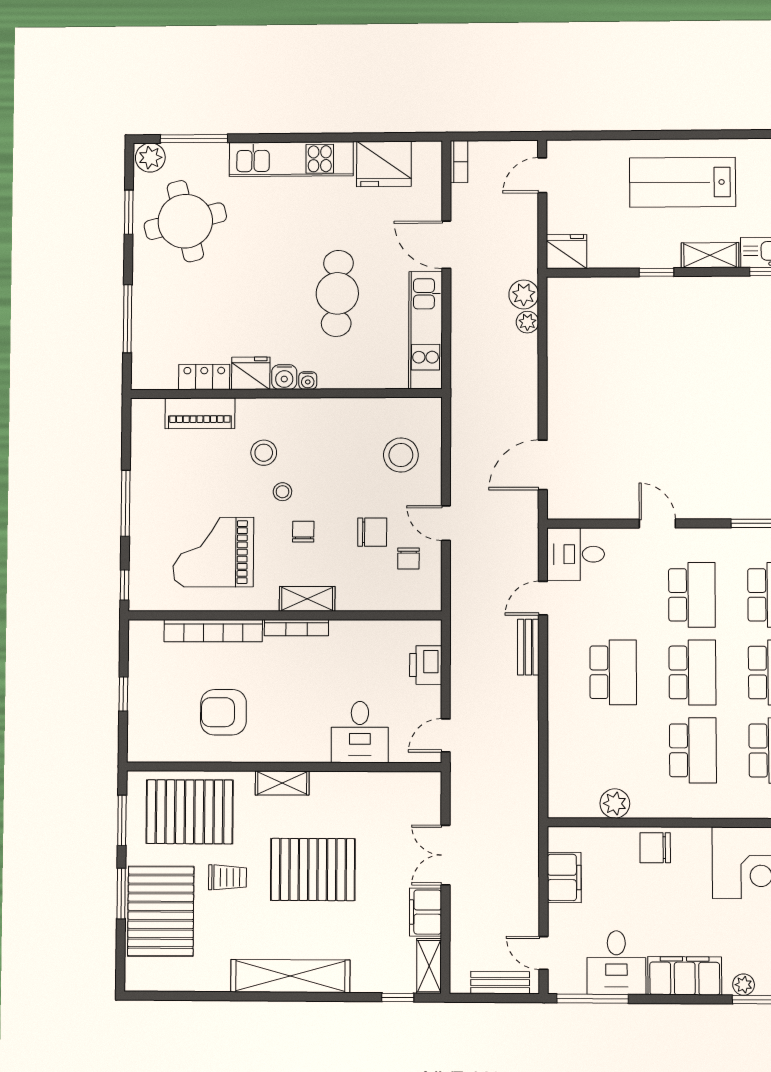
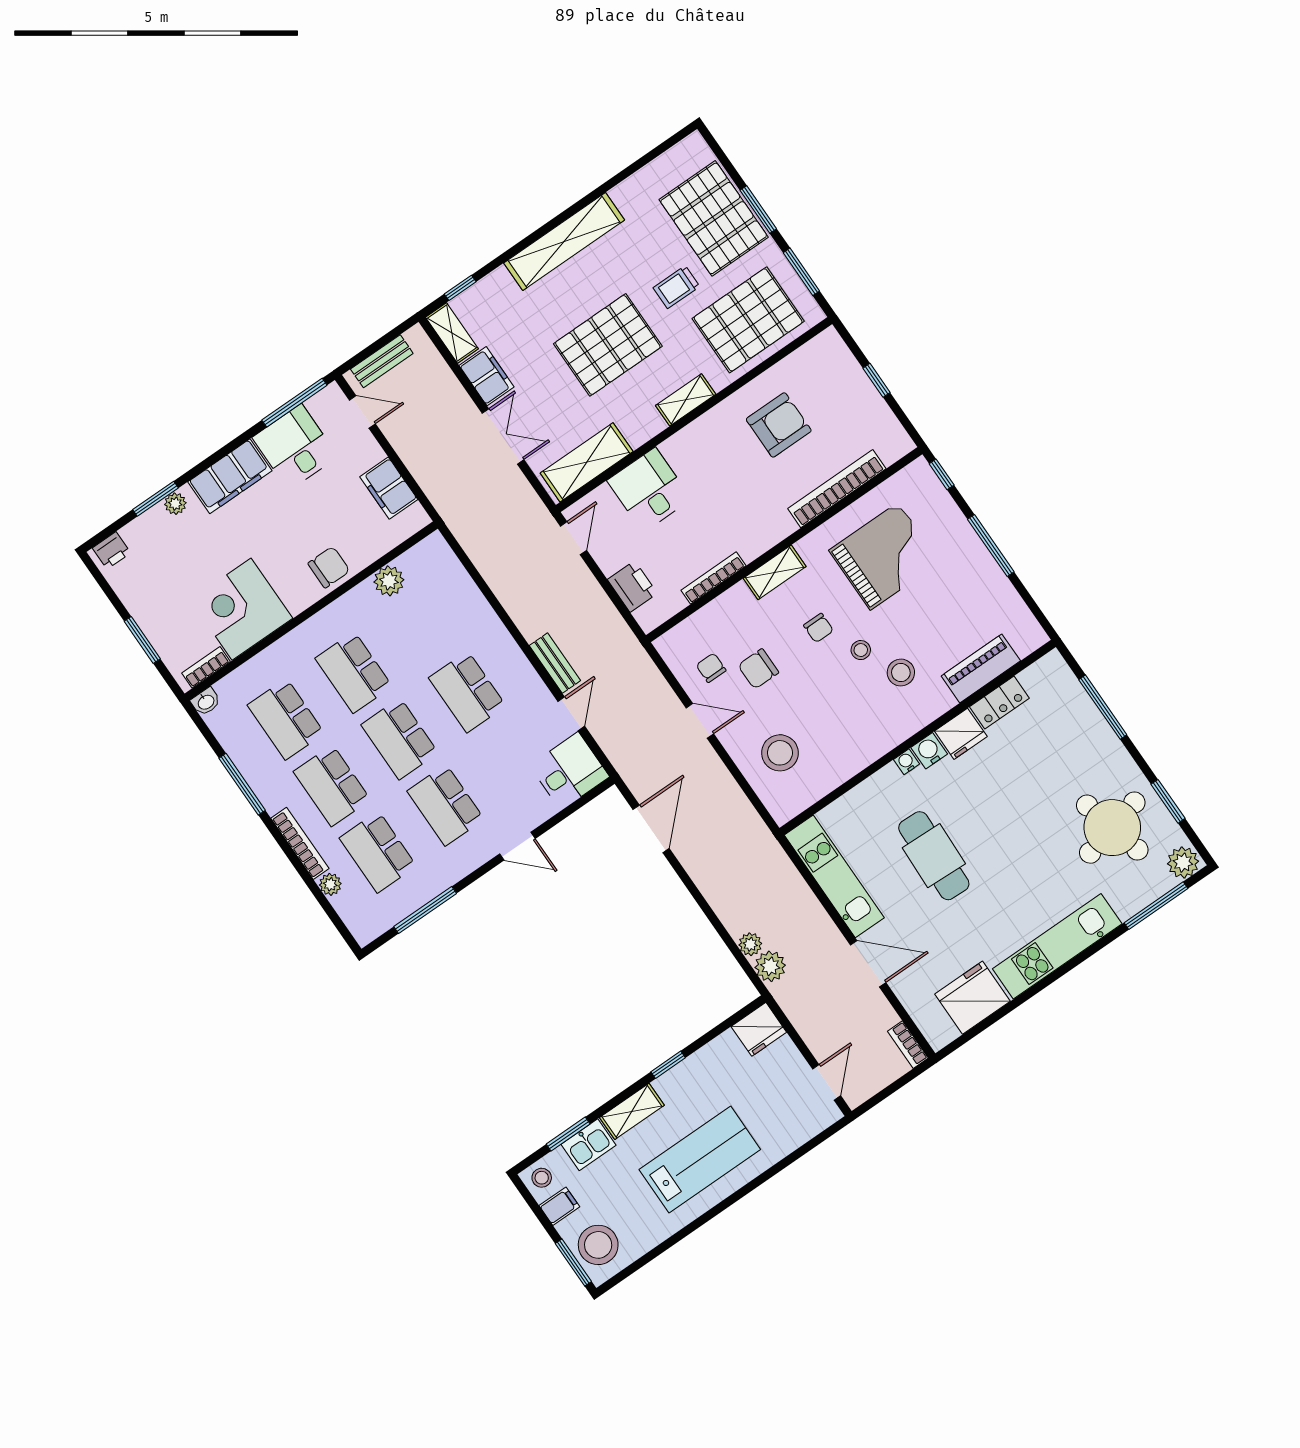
bookcase: (296, 628) -> (713, 578), moved
shelving: (394, 788) -> (587, 462), added

